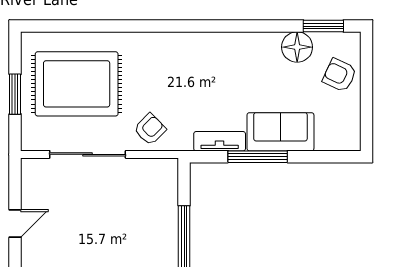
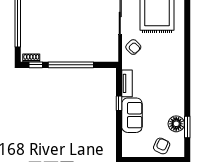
window: (323, 26) -> (187, 127), moved
window: (258, 157) -> (119, 103), width x0.46

